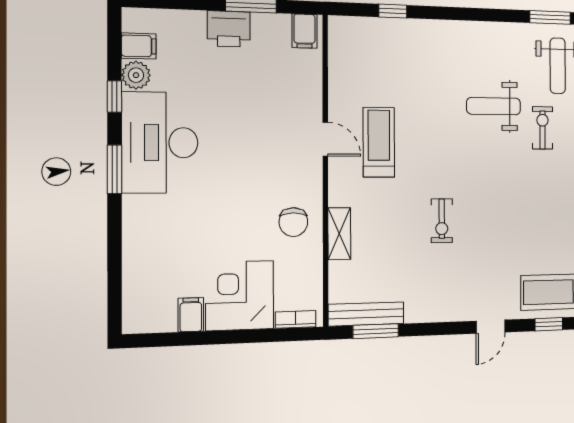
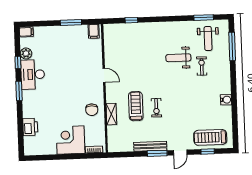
printer: (229, 29) -> (30, 127), moved, turned -90
filing cabinet: (139, 46) -> (26, 32), moved
treadmill: (379, 142) -> (136, 106), moved
desk: (160, 143) -> (33, 74), width x0.73, depth x0.77
bench: (366, 314) -> (150, 146), moved
filing cabinet: (191, 315) -> (51, 148), removed
window: (376, 331) -> (157, 153), moved

